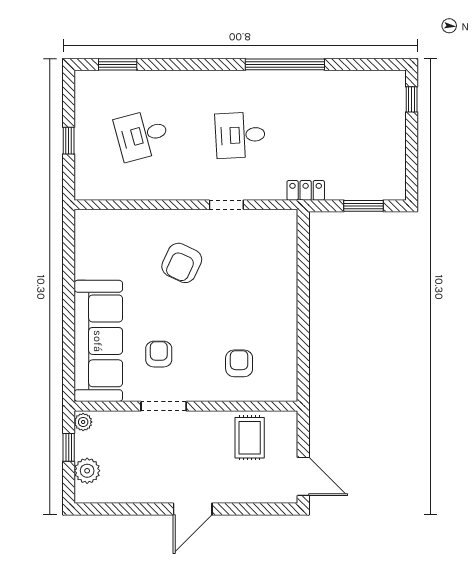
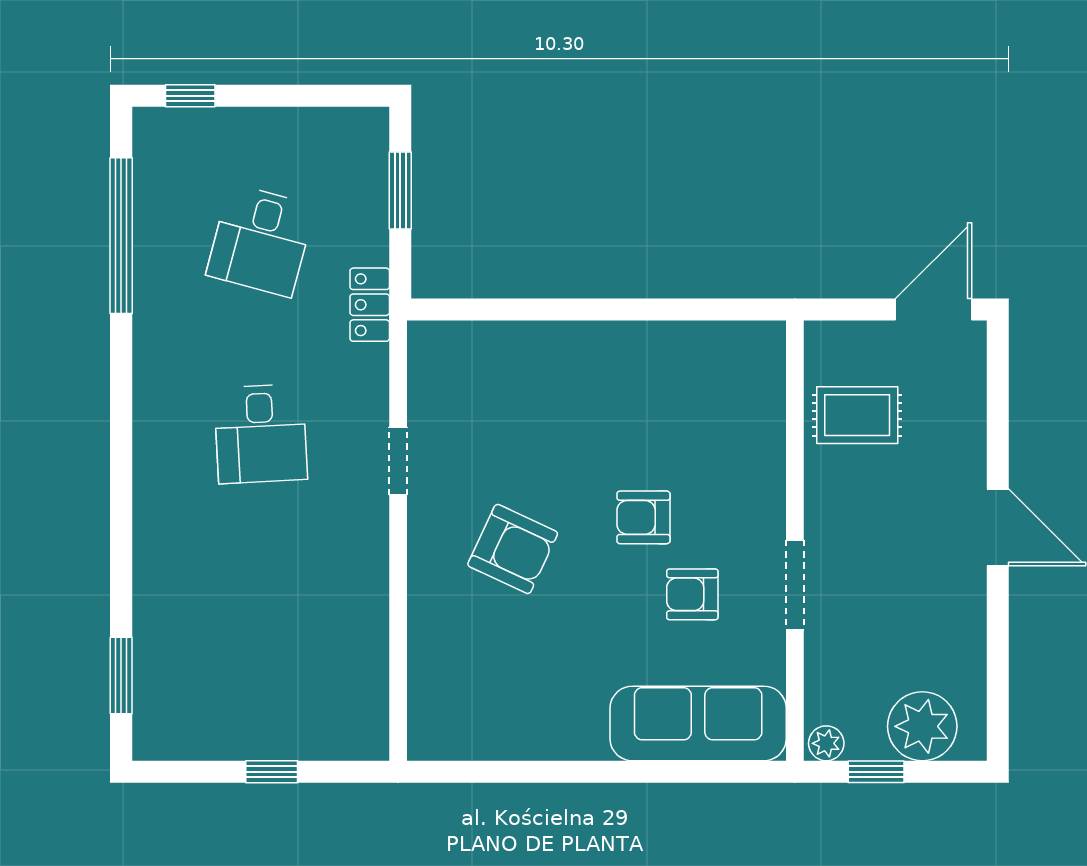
window: (285, 64) -> (121, 236), moved
desk: (142, 135) -> (261, 240), moved, turned 30
sofa: (98, 341) -> (698, 723), width x0.74, depth x0.79
armchair: (239, 363) -> (643, 517), moved
plant: (87, 471) -> (922, 726), width x1.36, depth x1.36

